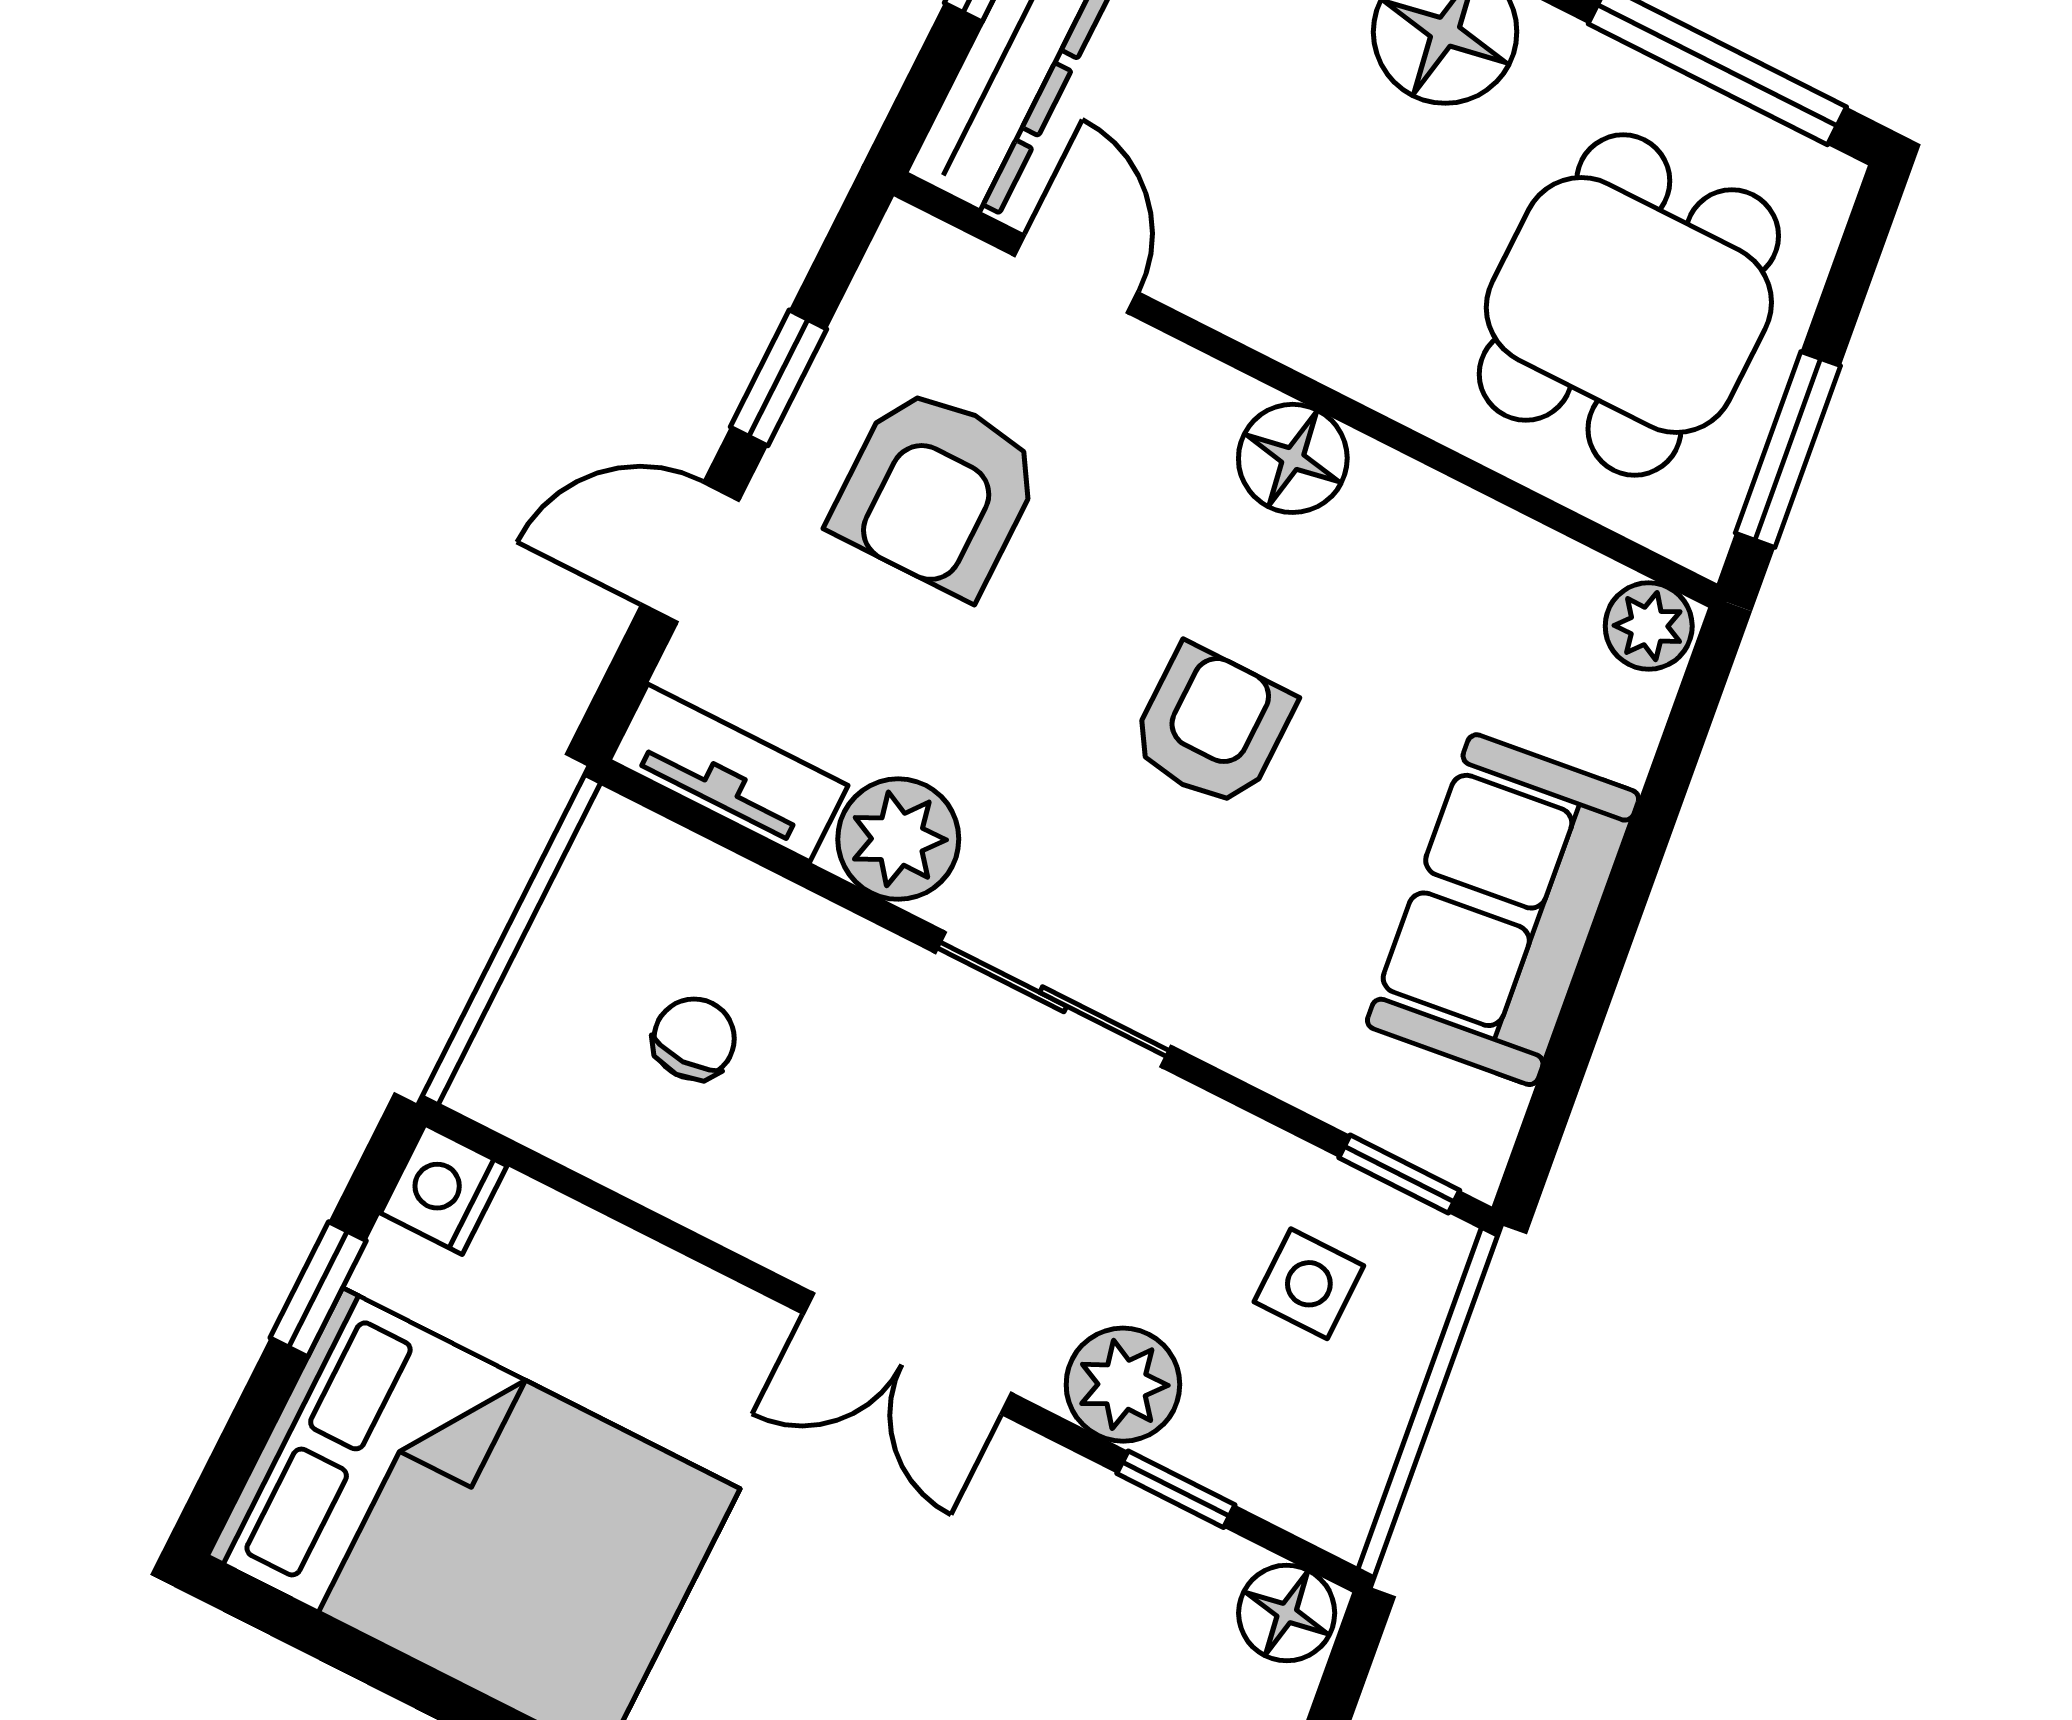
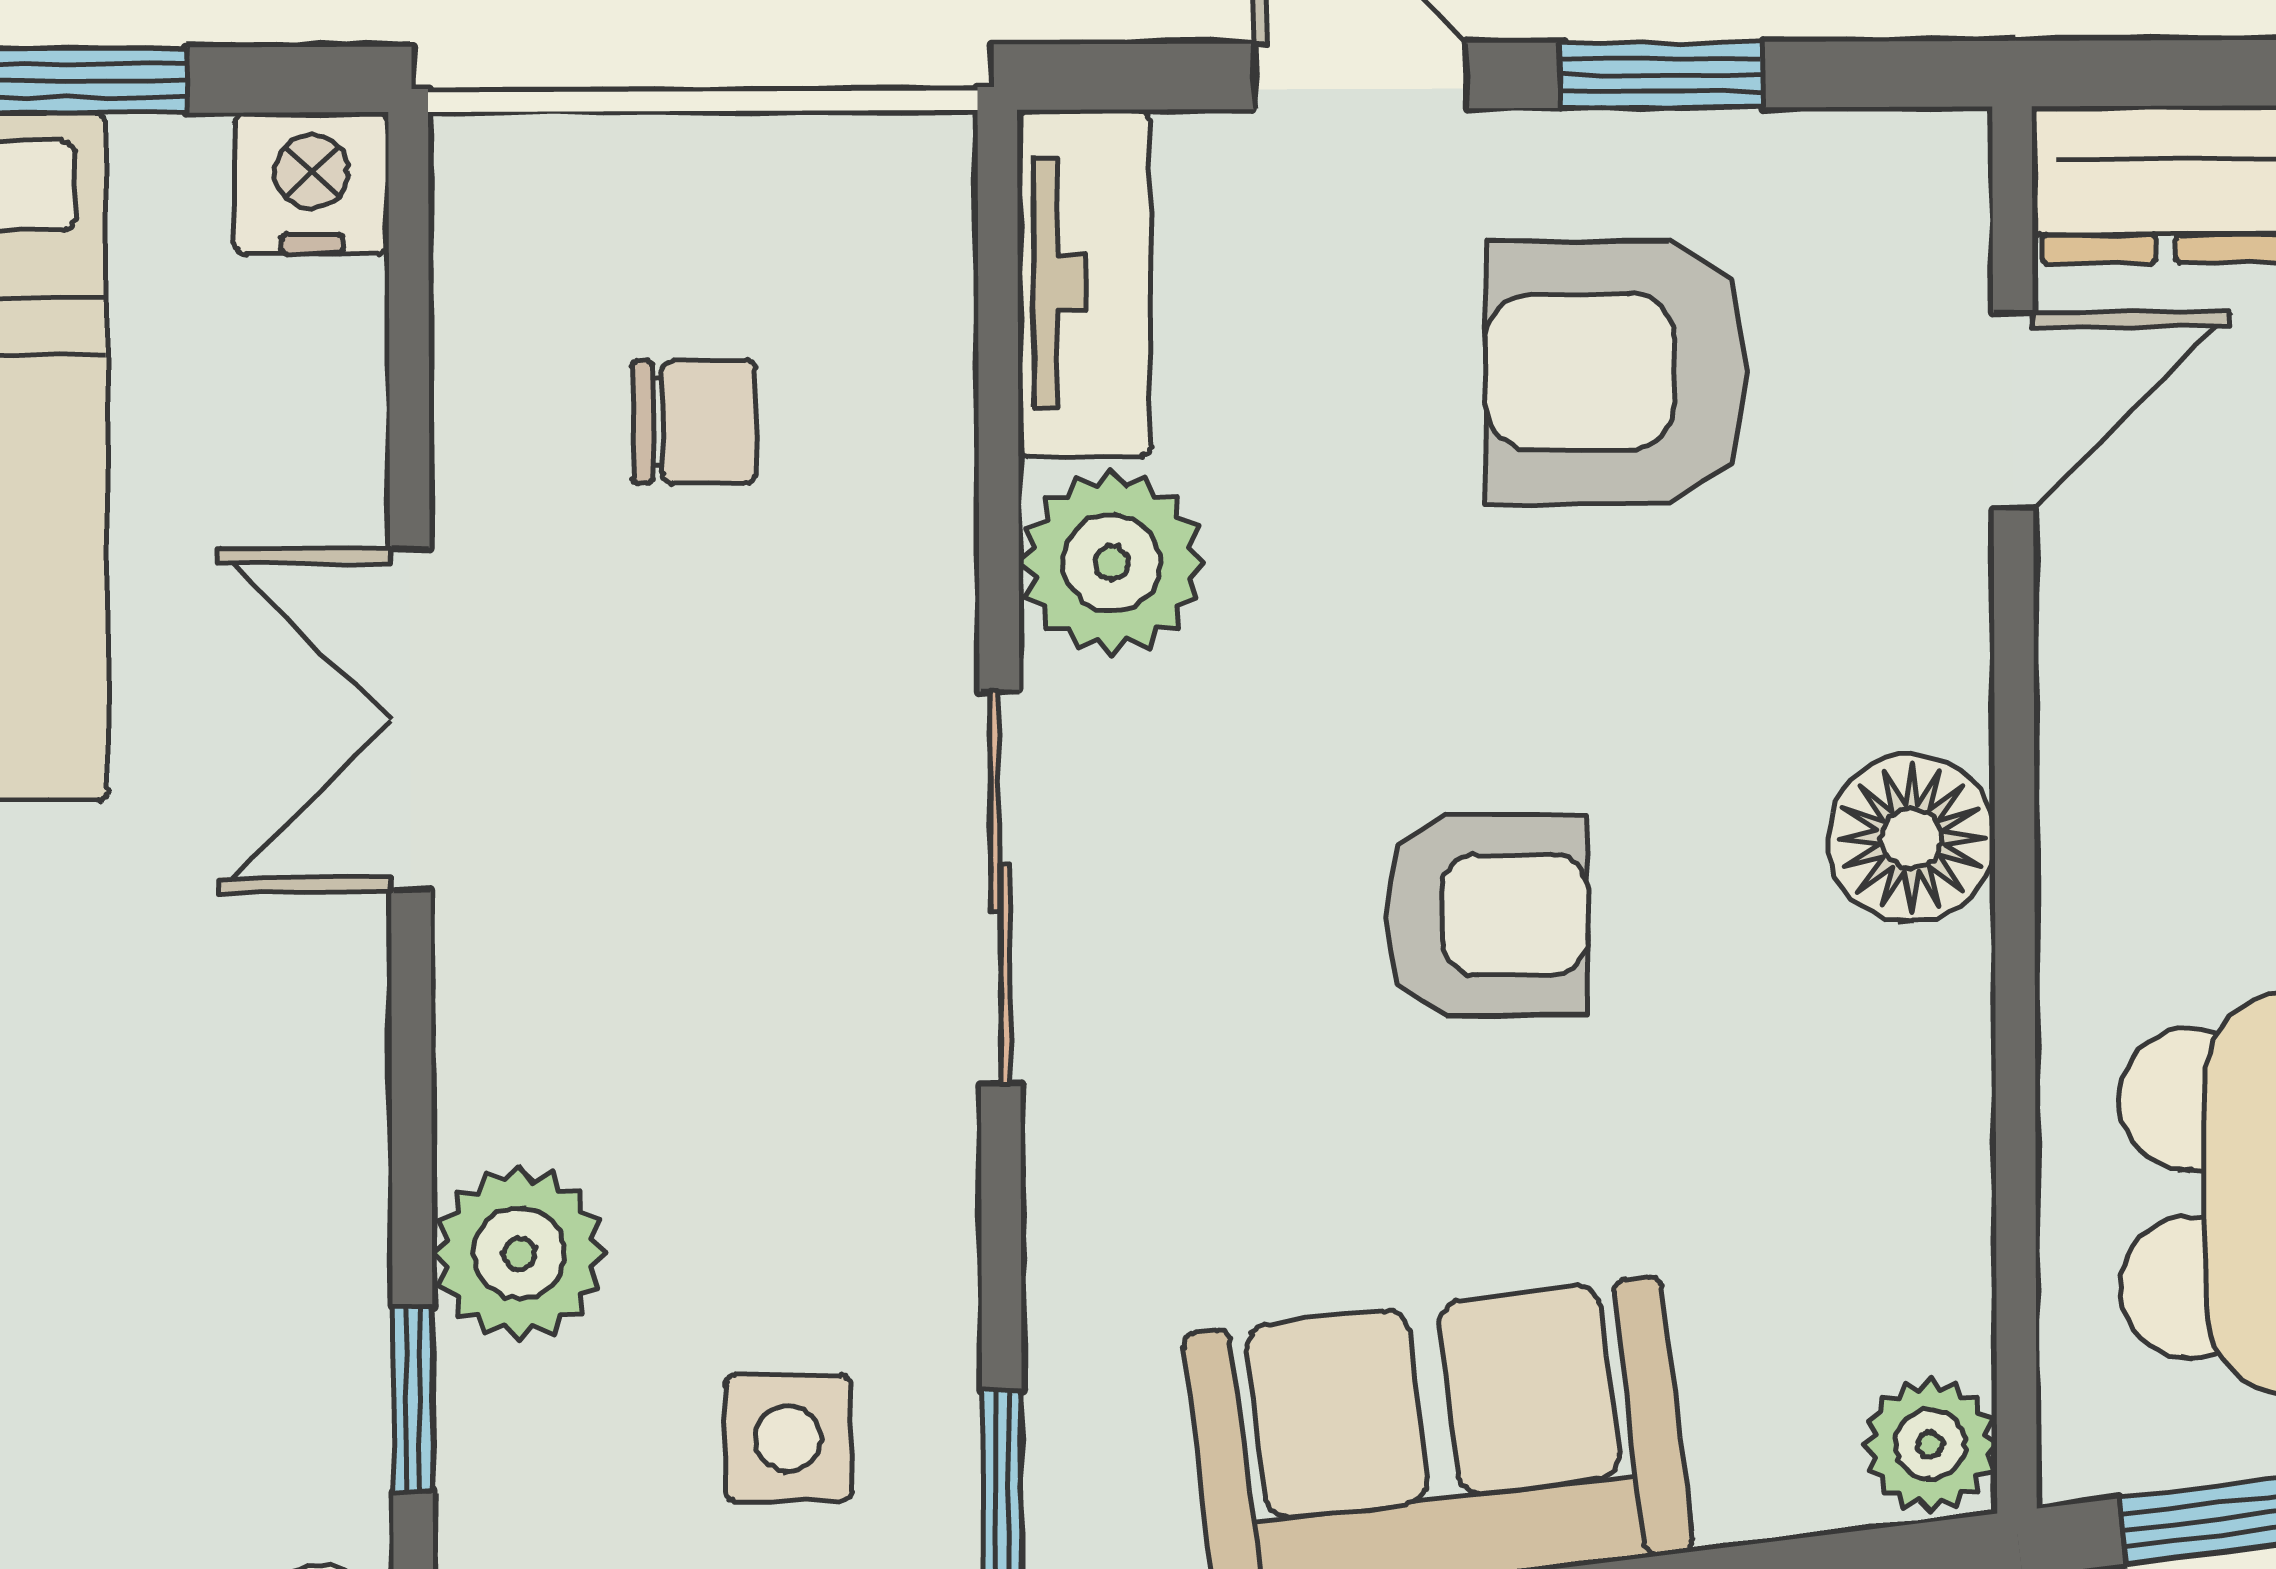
double door: (907, 1353) -> (410, 720), moved

